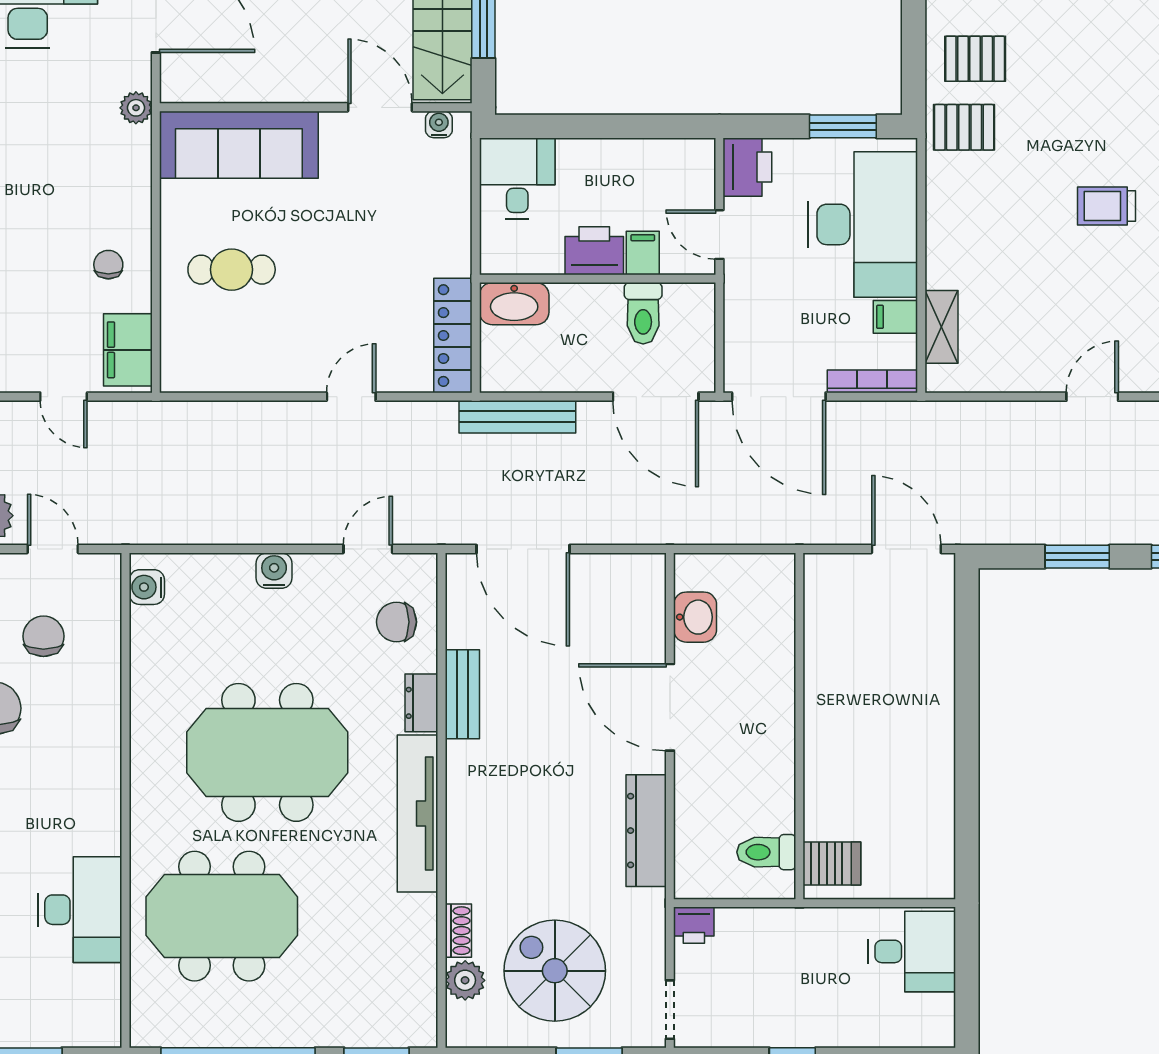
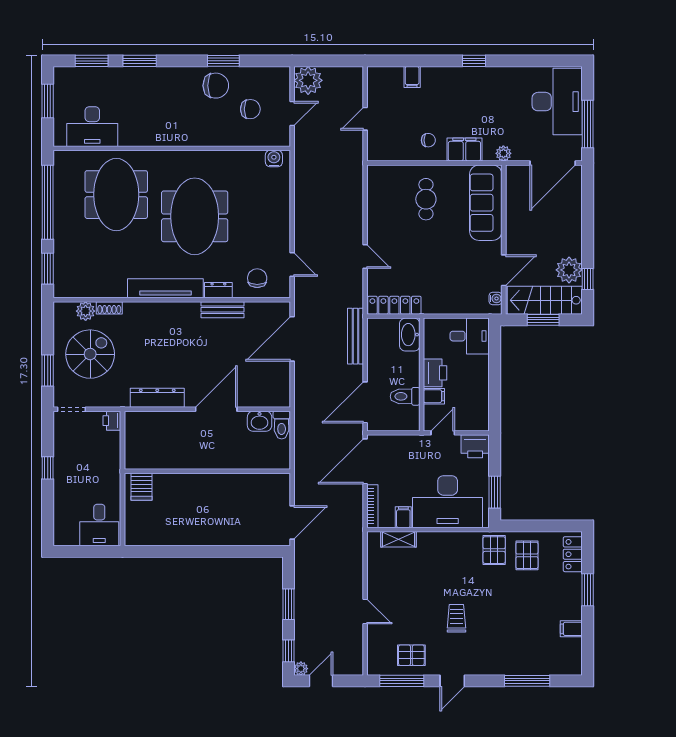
filing cabinet: (128, 350) -> (464, 150), moved
water cooler: (274, 571) -> (282, 220), removed
toilet: (766, 852) -> (282, 425), moved, turned 180
desk: (80, 910) -> (92, 127), moved

